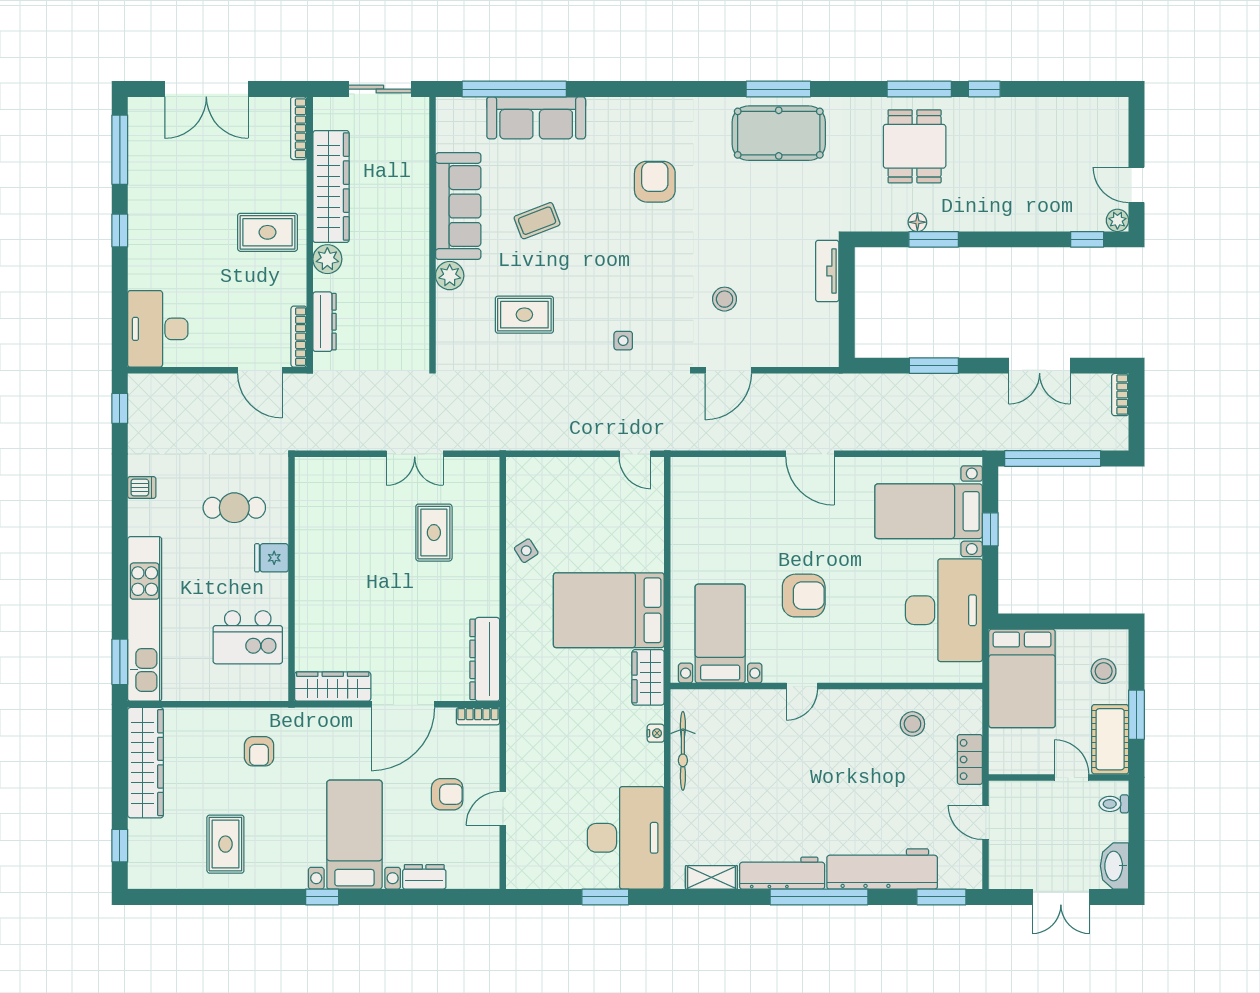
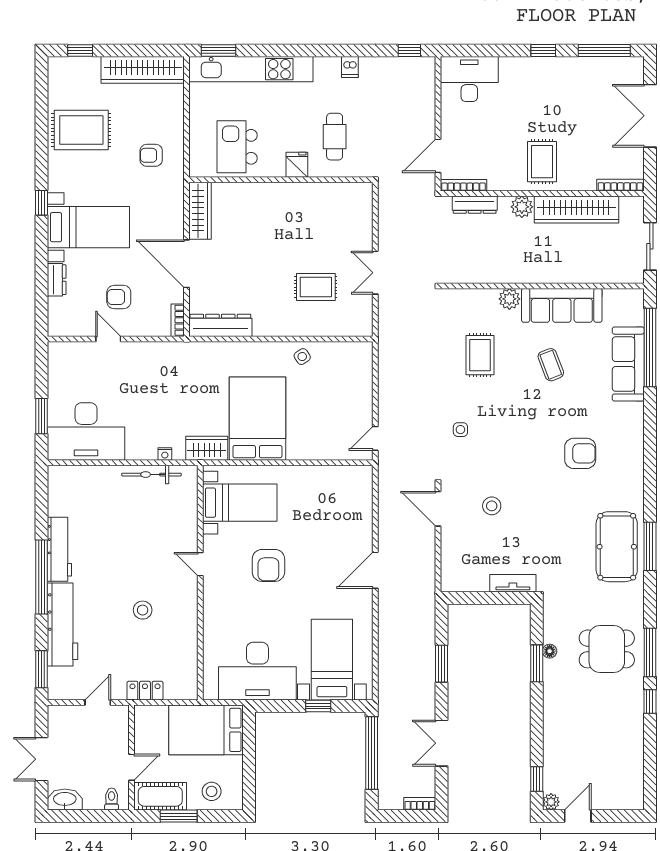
stool: (912, 724) -> (143, 610), moved
armchair: (447, 794) -> (119, 297), turned 90
rug: (225, 844) -> (81, 130), width x1.36, depth x1.43
shelving: (711, 877) -> (56, 496), removed

